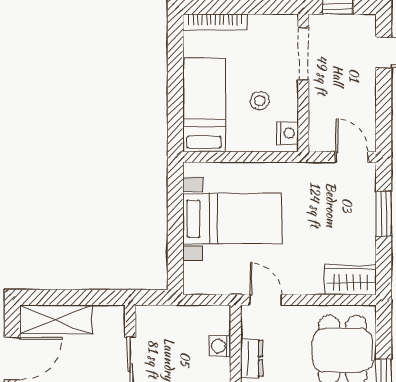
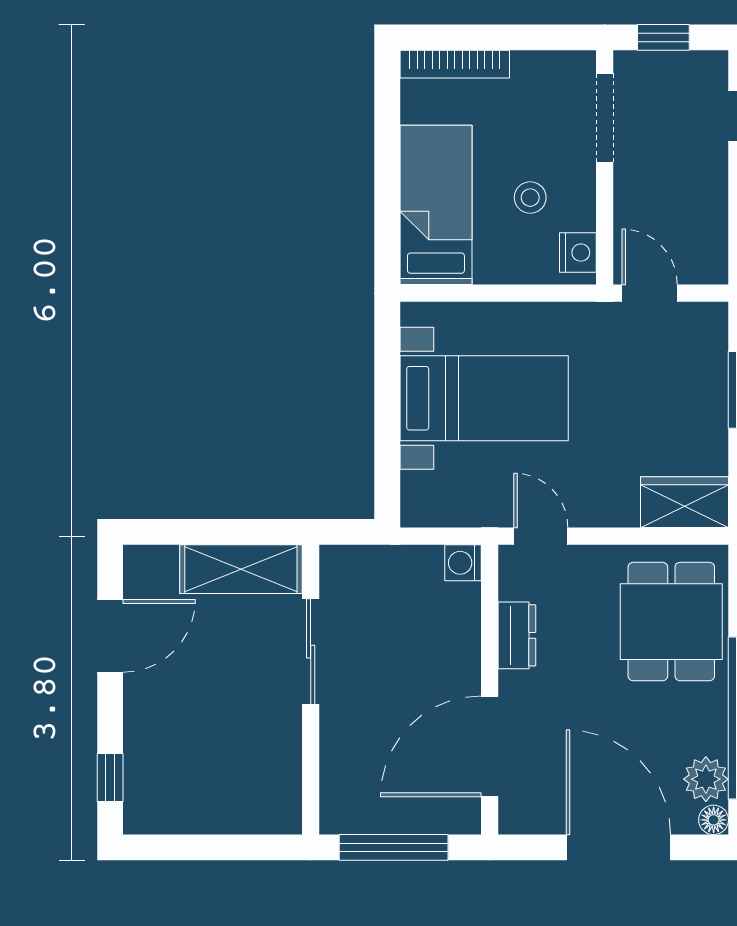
door: (352, 157) -> (650, 293), moved
shelving: (56, 319) -> (241, 569), moved
washing machine: (220, 346) -> (463, 563), moved

